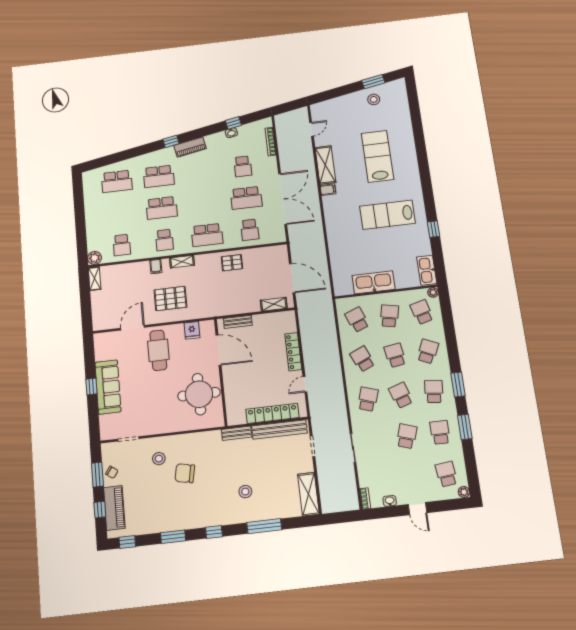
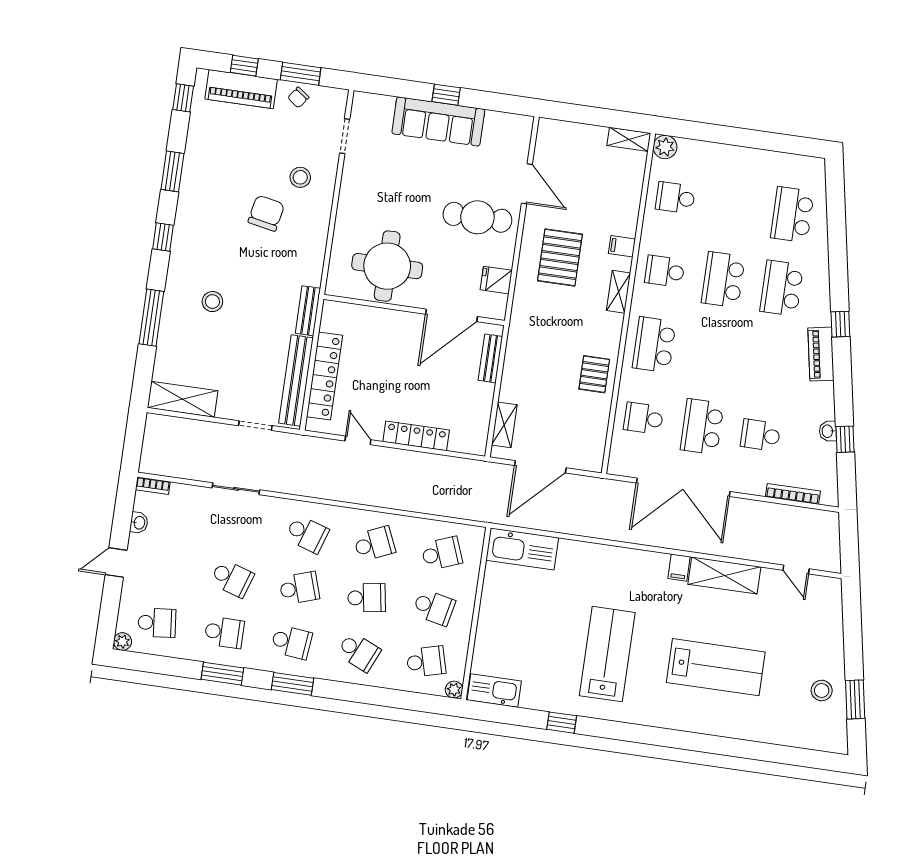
kitchen sink: (374, 282) -> (522, 549), moved, turned 90

